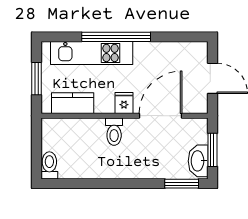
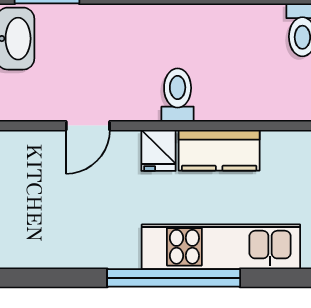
kitchen counter: (73, 103) -> (219, 150), moved
door: (161, 116) -> (88, 126), width x0.53

